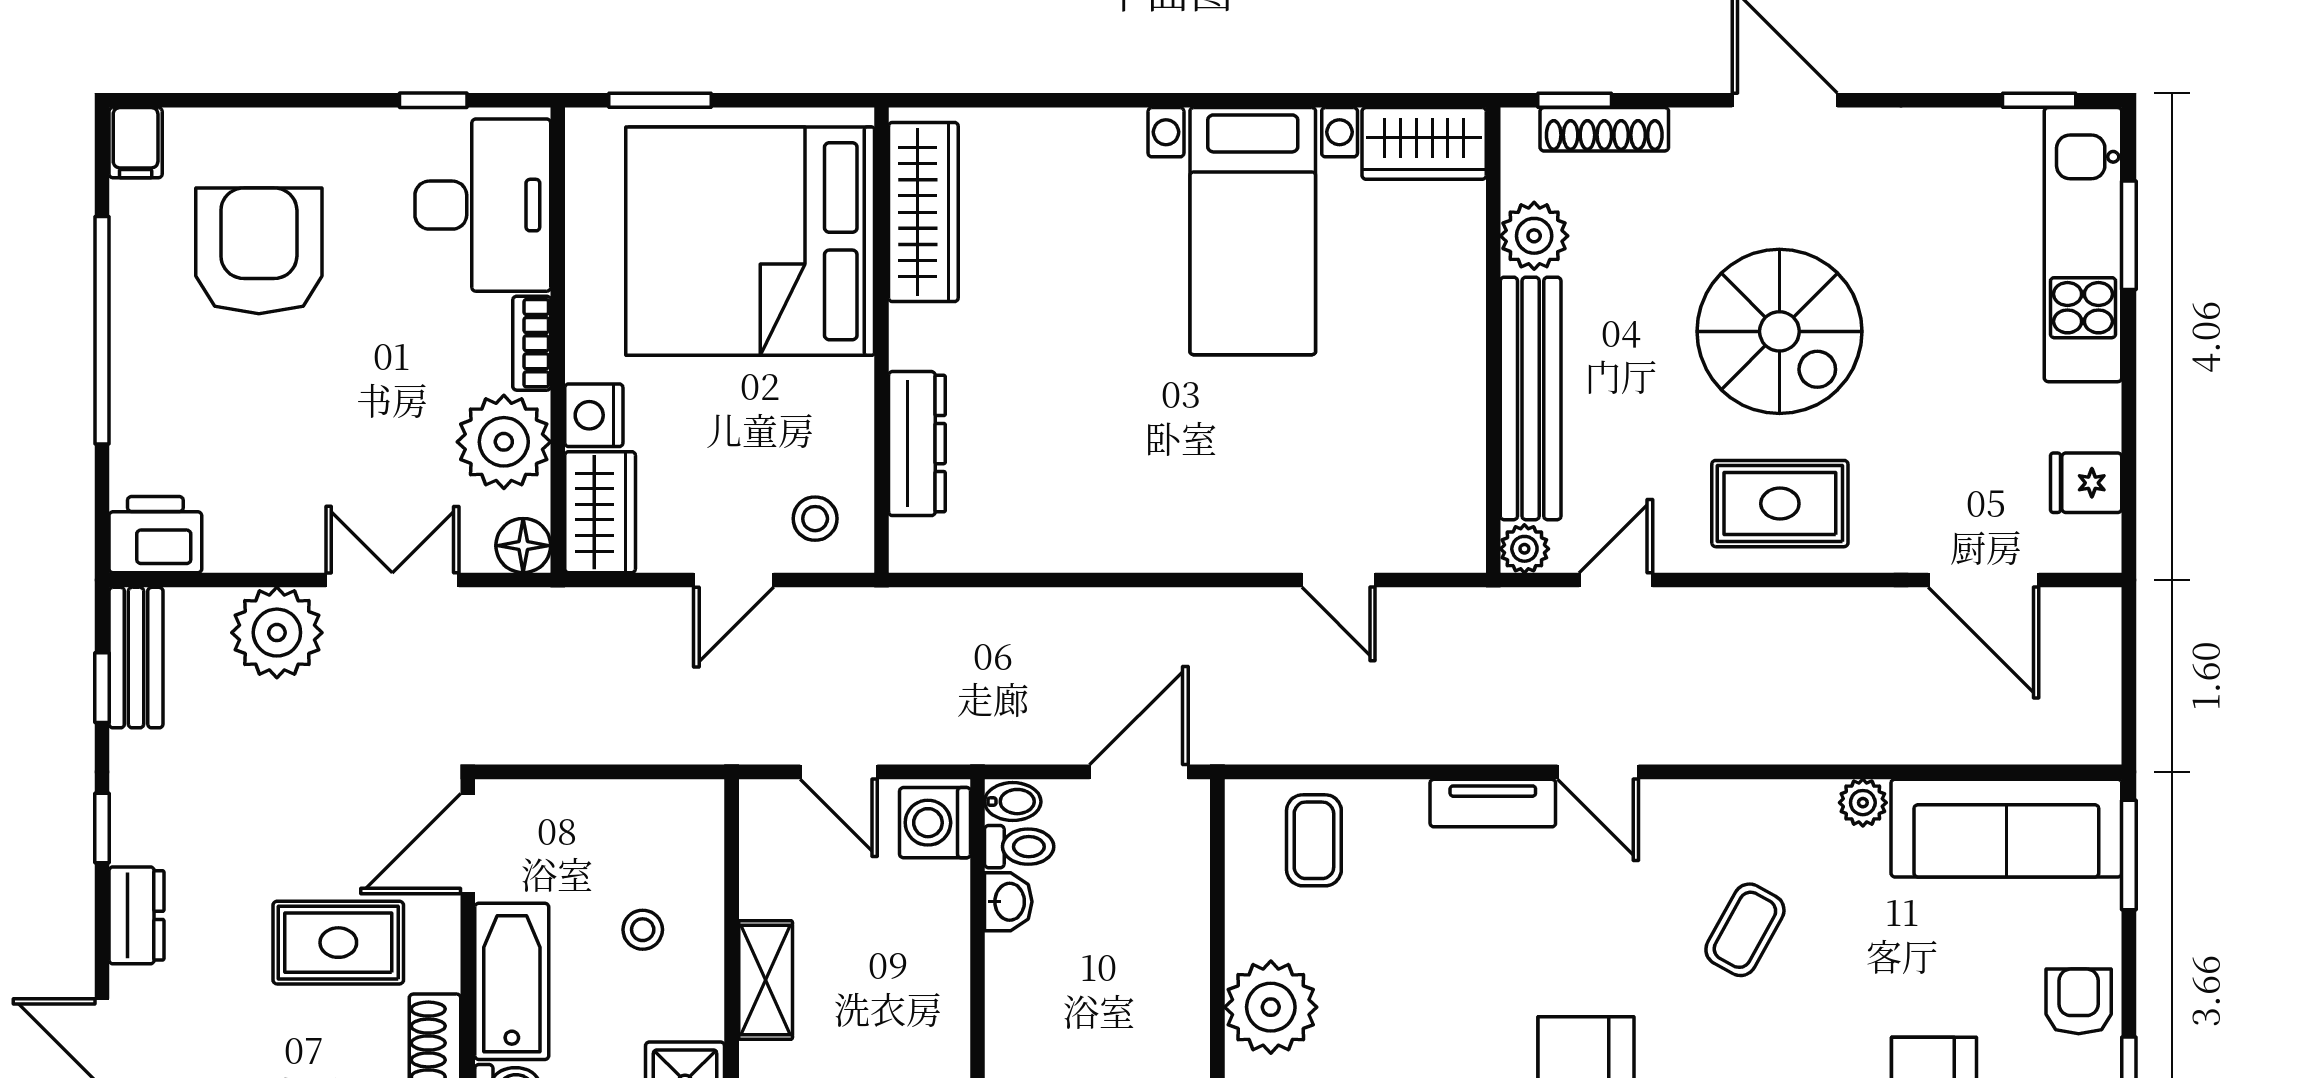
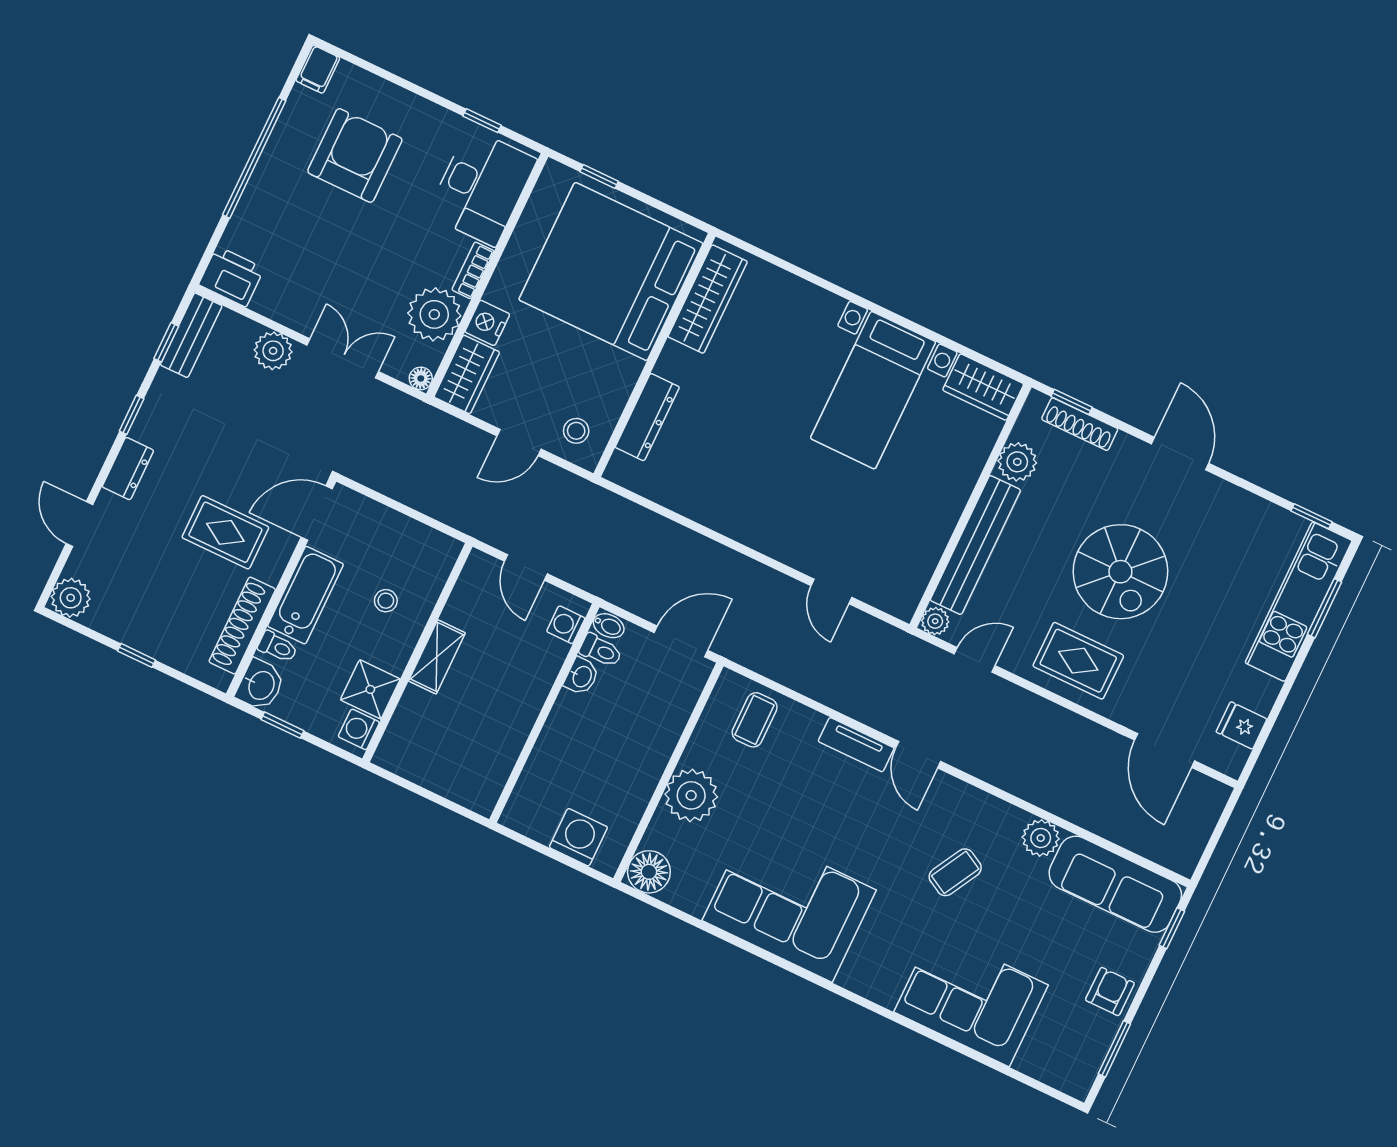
window: (660, 100) -> (599, 176), width x0.67
floor lamp: (523, 546) -> (421, 378), width x0.73, depth x0.73
plant: (277, 633) -> (273, 351), width x0.73, depth x0.73
plant: (1863, 803) -> (1041, 838), width x1.38, depth x1.38
washing machine: (935, 823) -> (566, 625), width x0.73, depth x0.73
window: (2129, 855) -> (1172, 928), width x0.67

